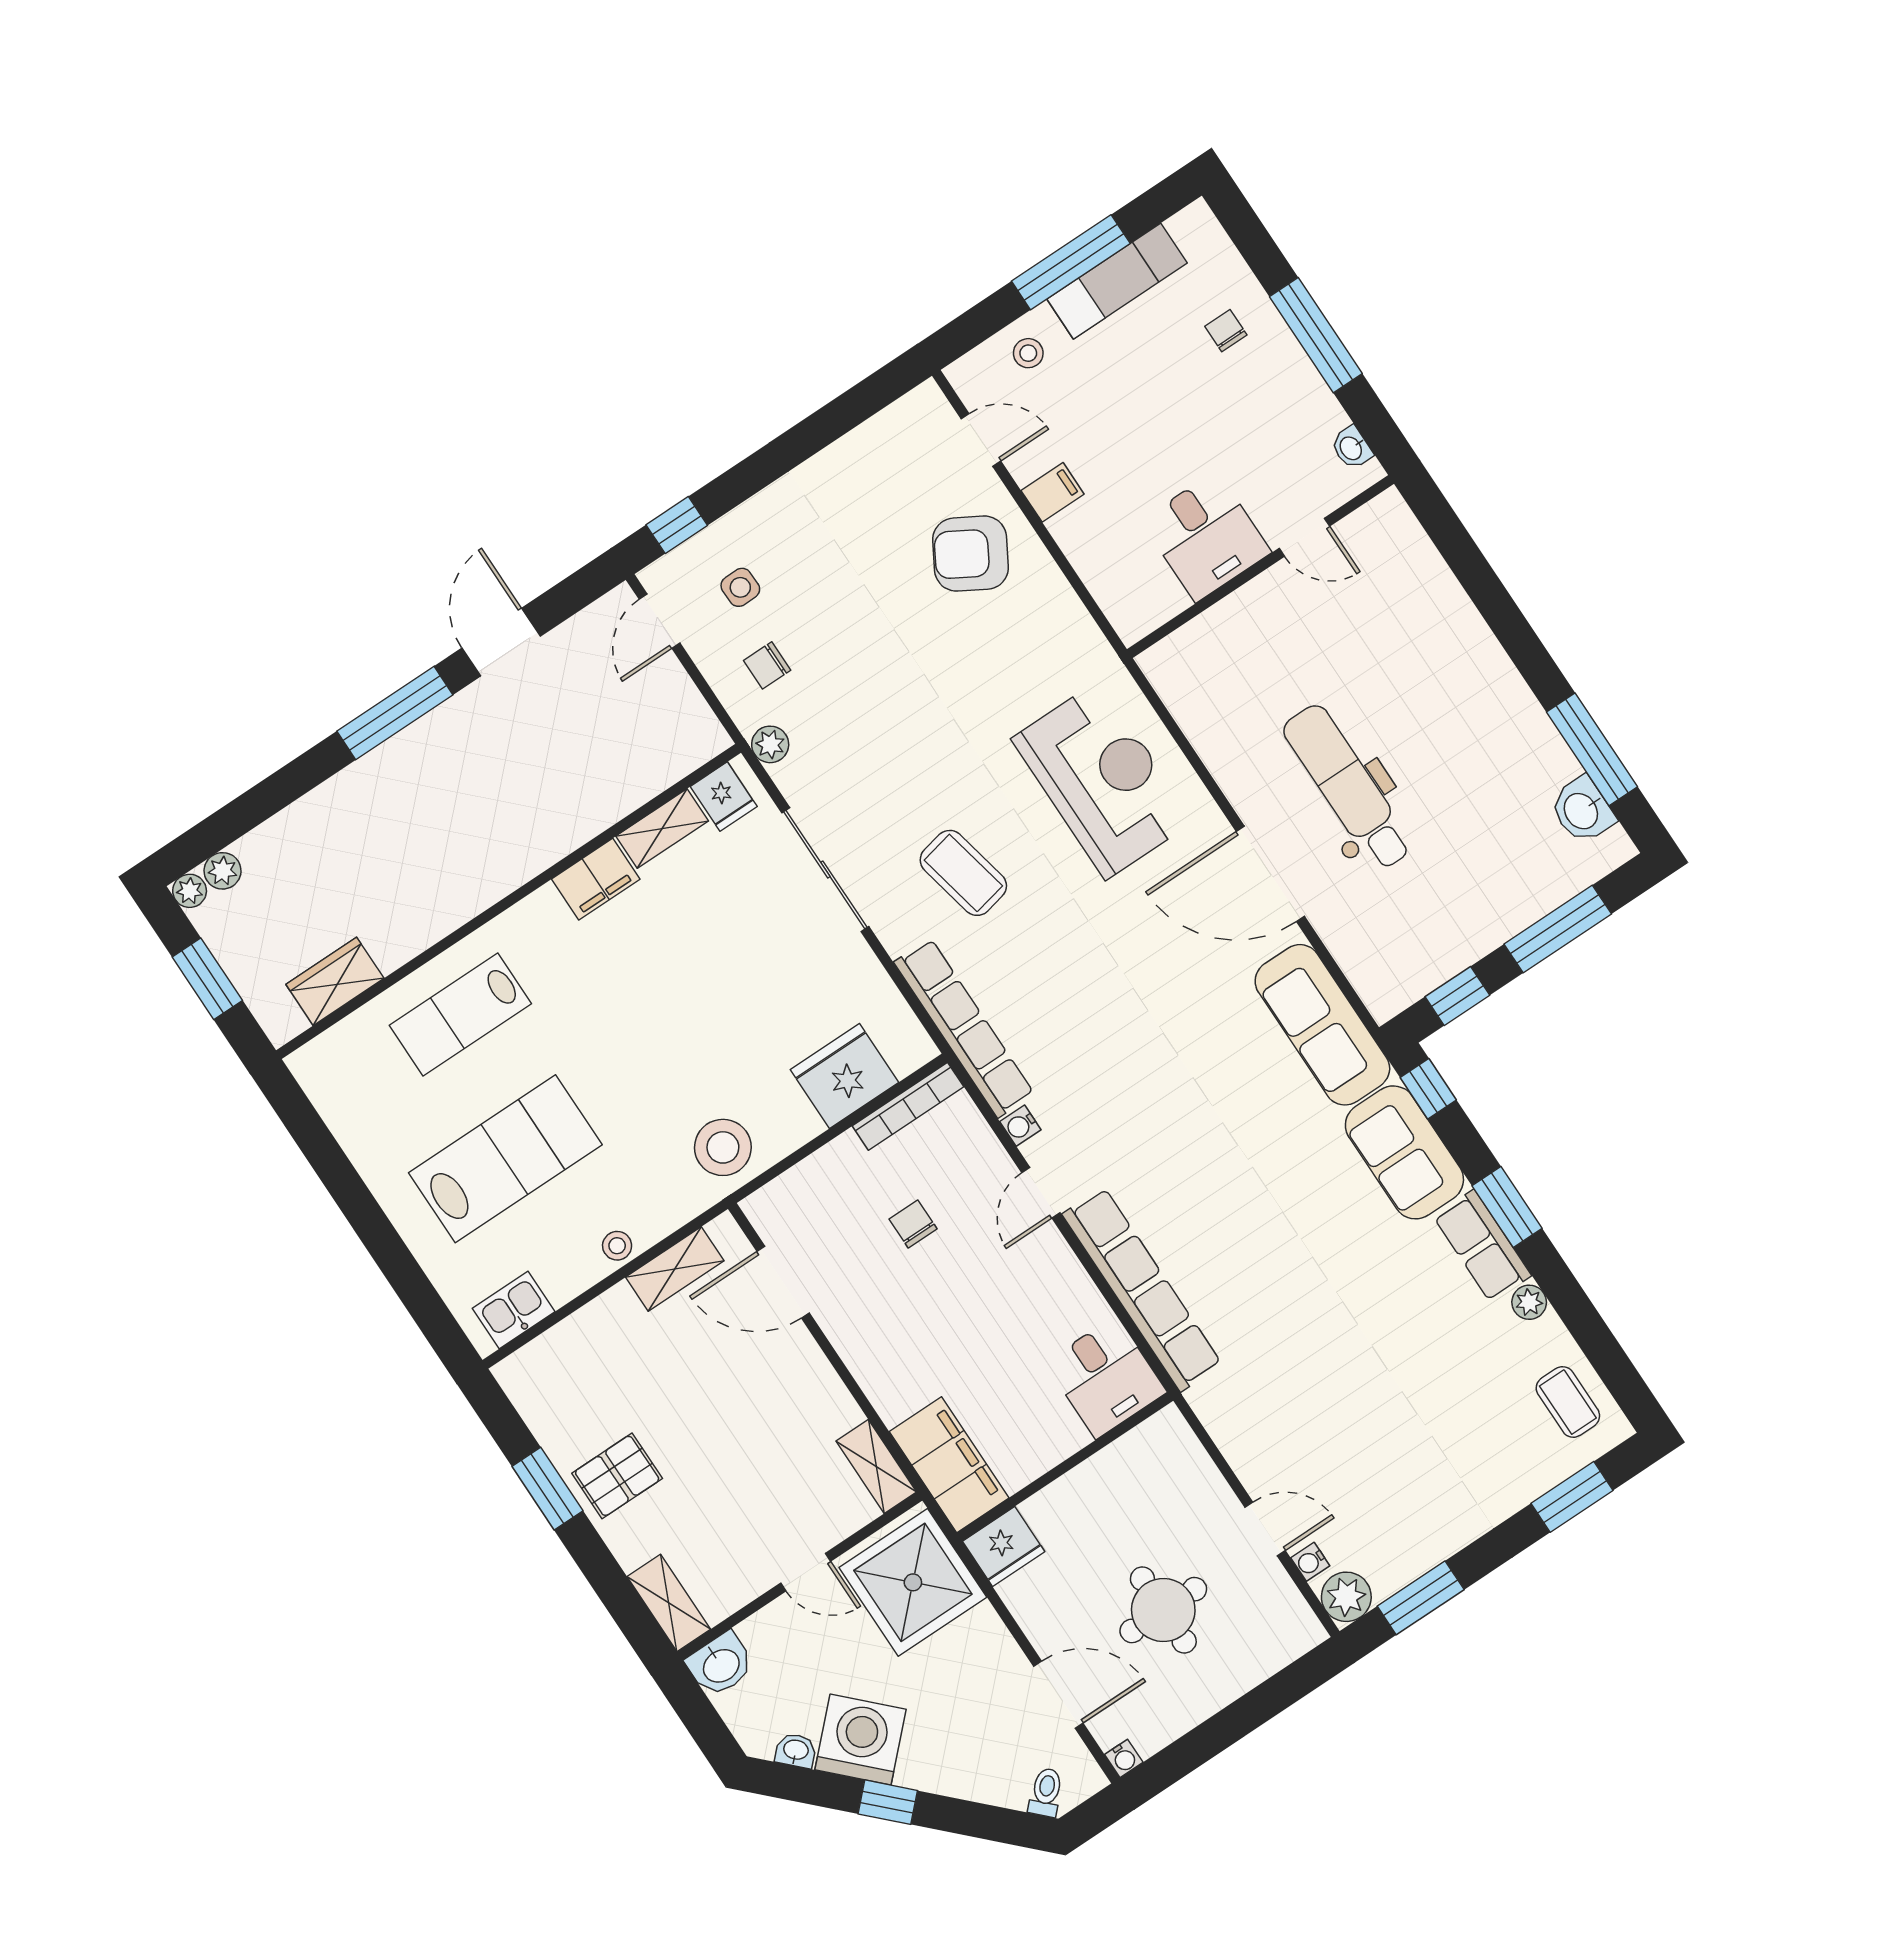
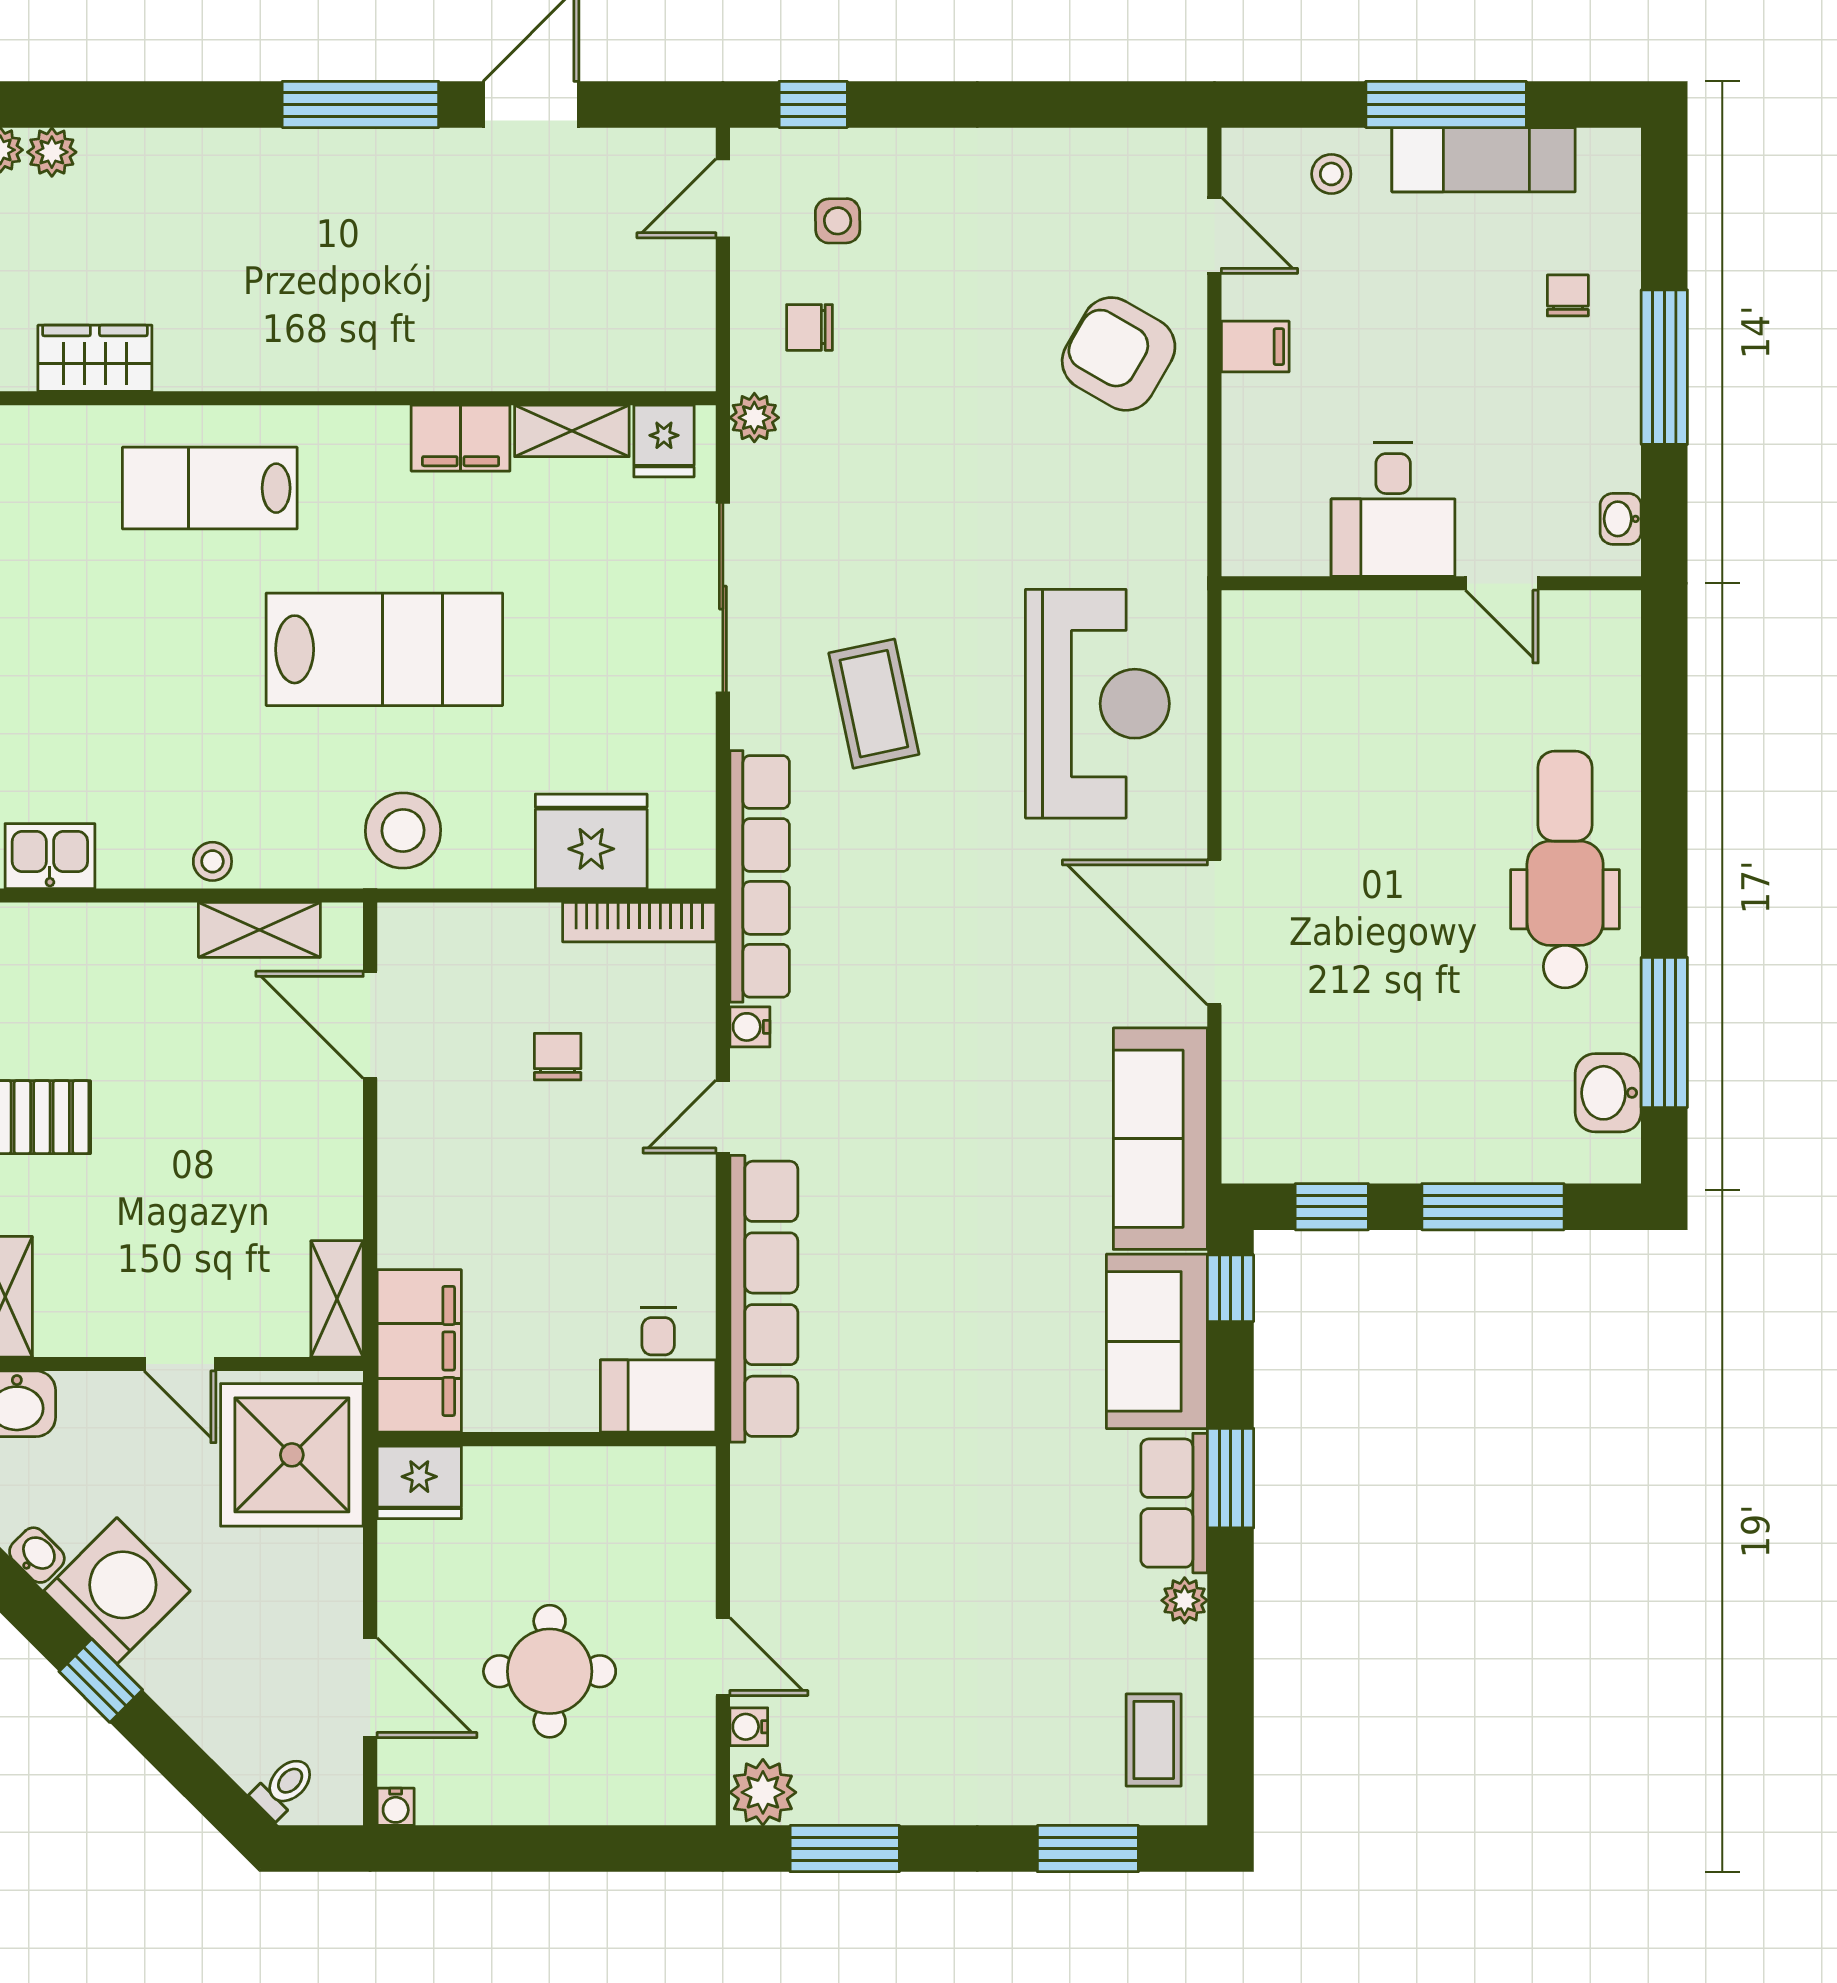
dental chair: (1348, 787) -> (1565, 870), moved
lab bench: (505, 1159) -> (384, 649), moved

